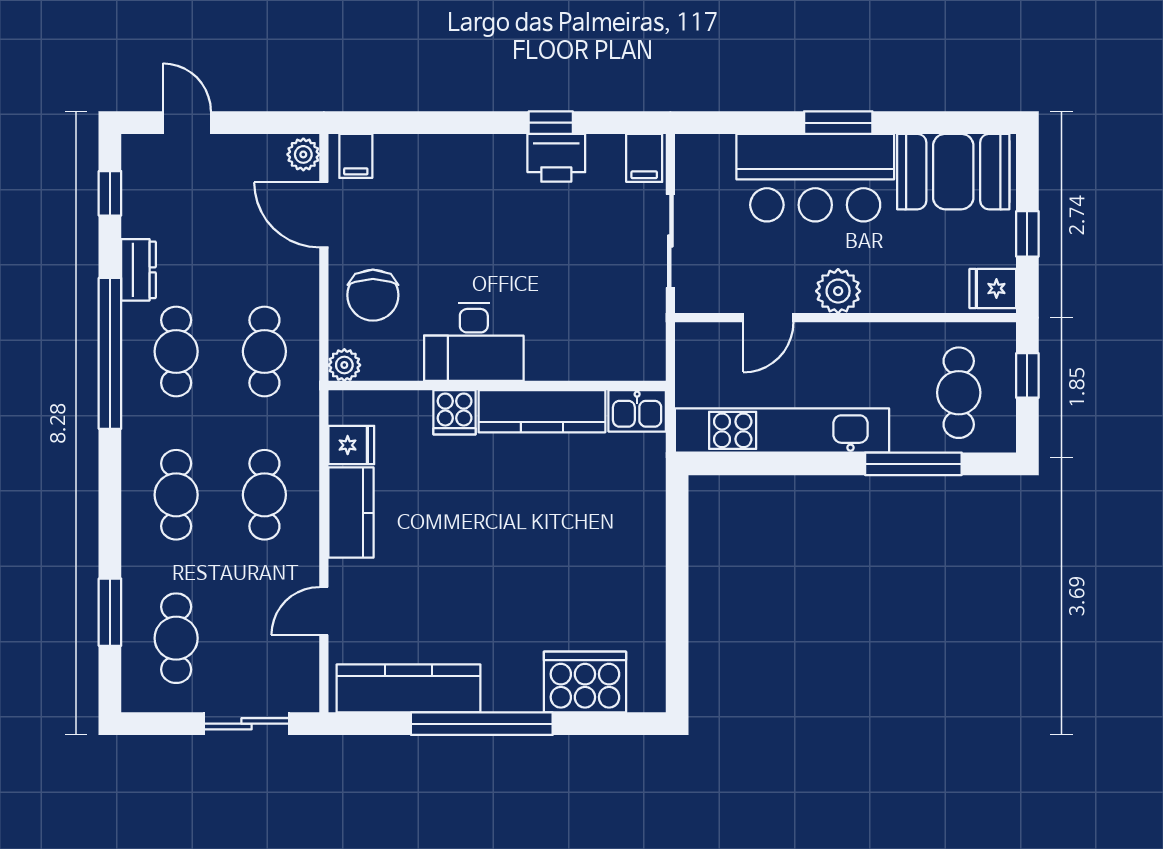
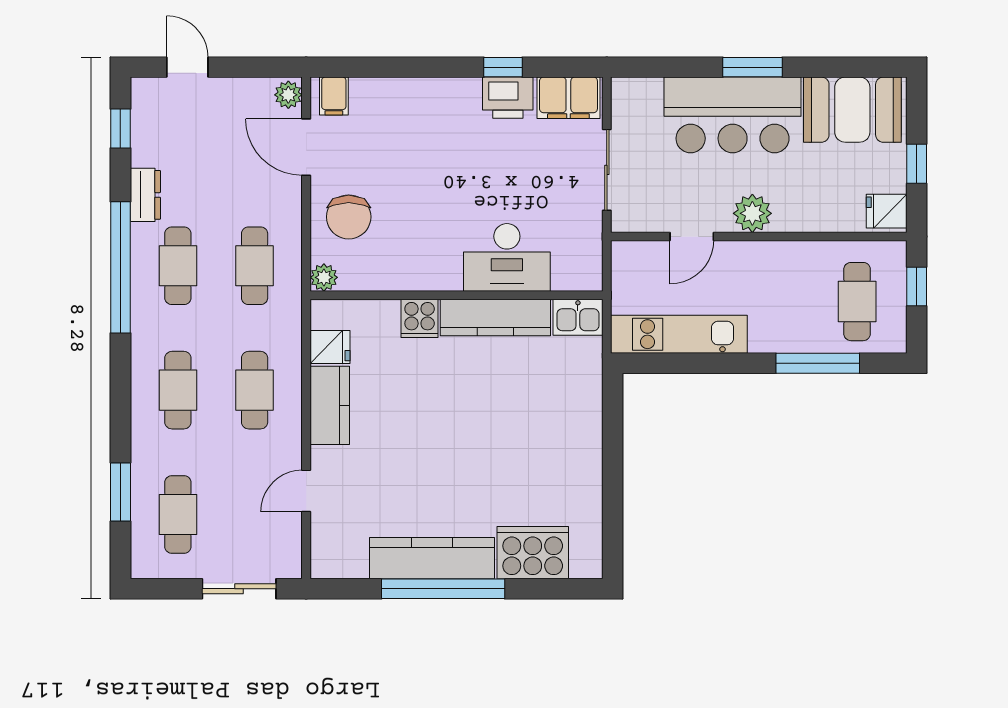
filing cabinet: (644, 158) -> (568, 98), width x2.00
desk: (474, 342) -> (507, 257), moved
kitchen unit: (782, 430) -> (679, 334), width x0.73
kitchen counter: (408, 688) -> (432, 558), moved

